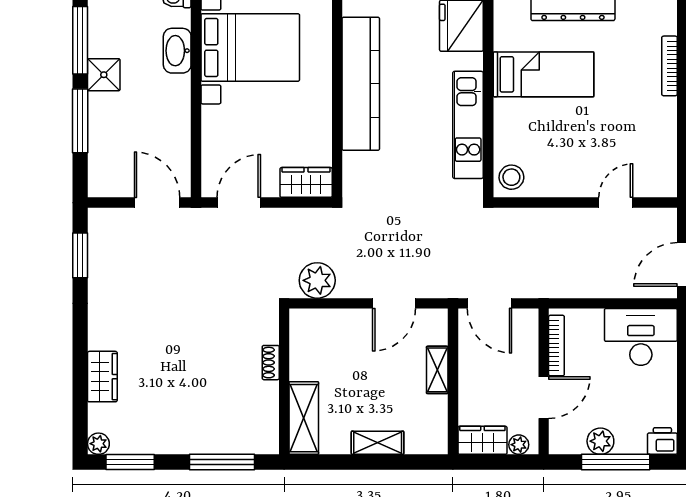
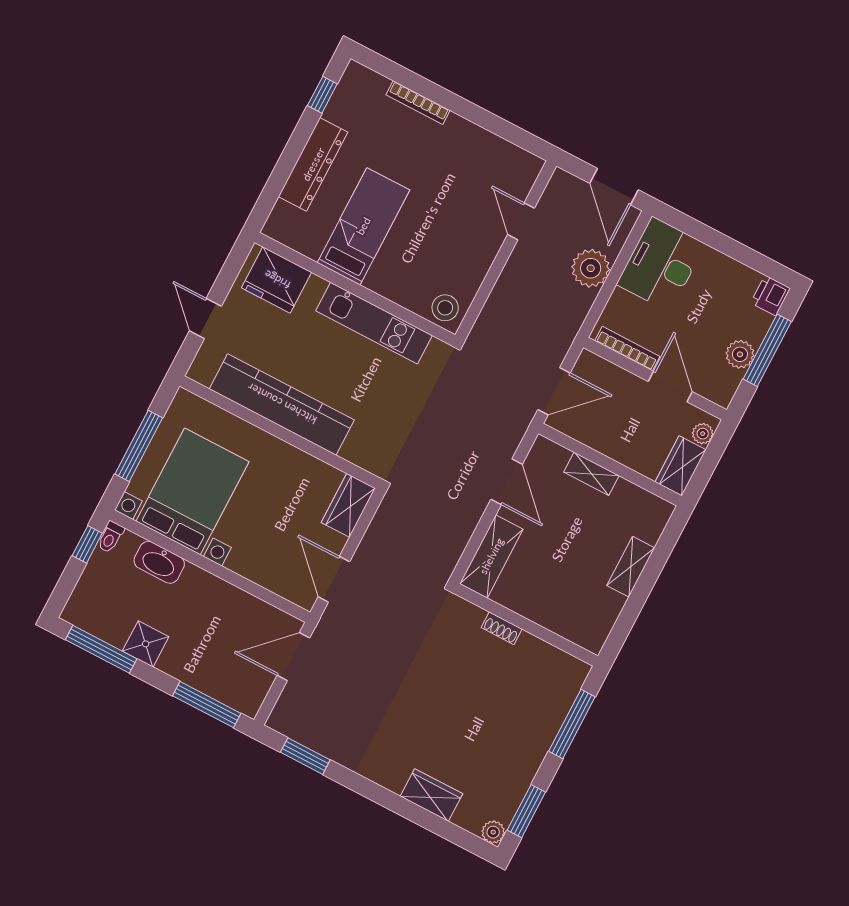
window: (80, 121) -> (207, 705), moved
plant: (317, 280) -> (591, 268), moved
shelving: (304, 418) -> (491, 556), moved, turned 90

